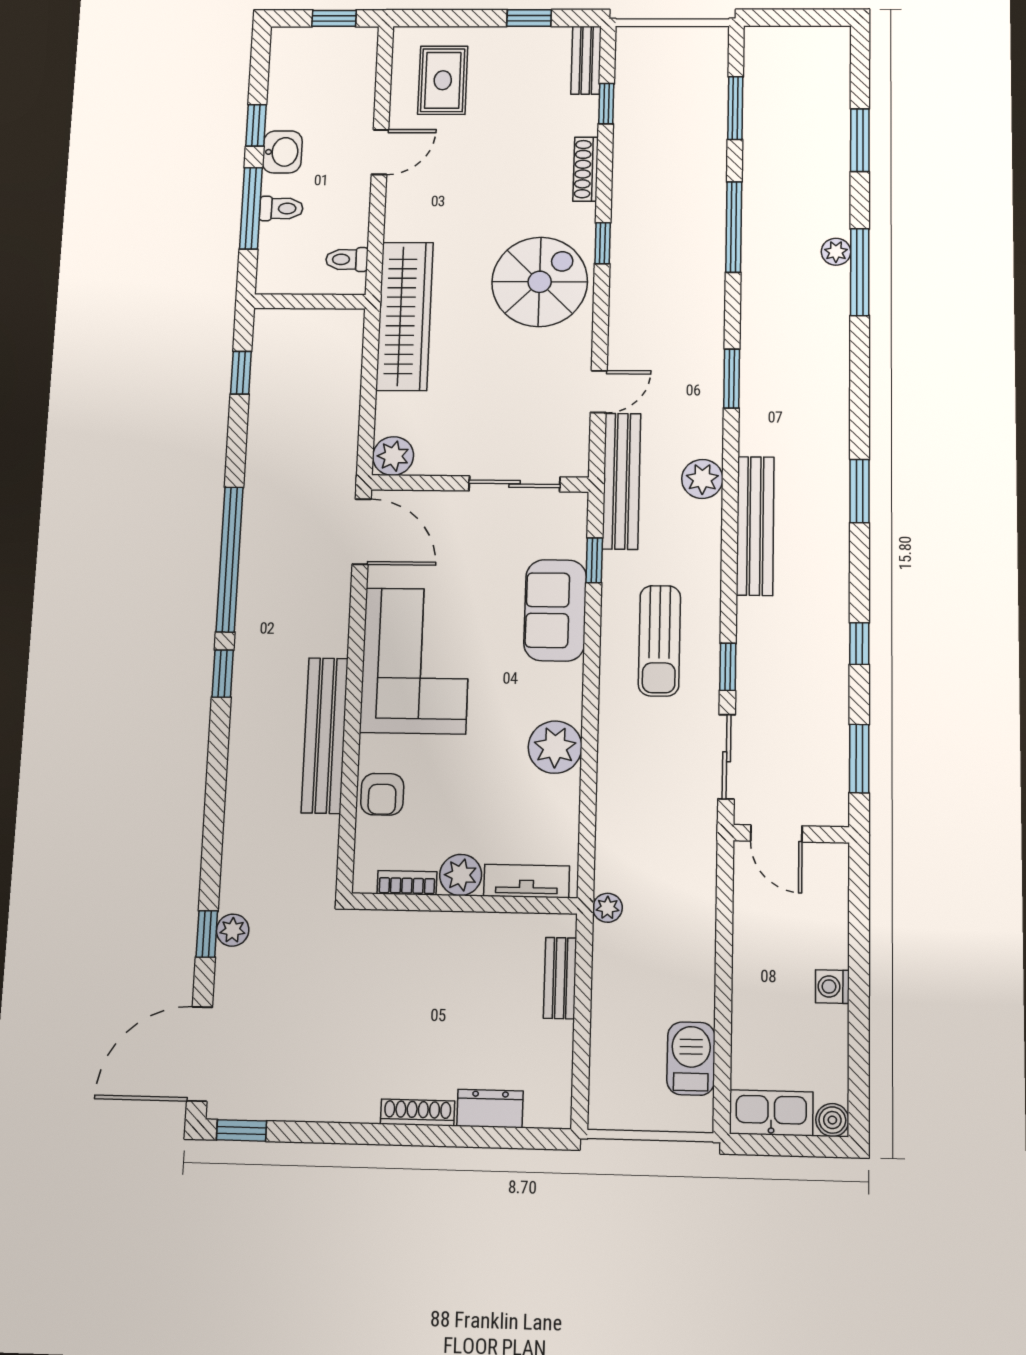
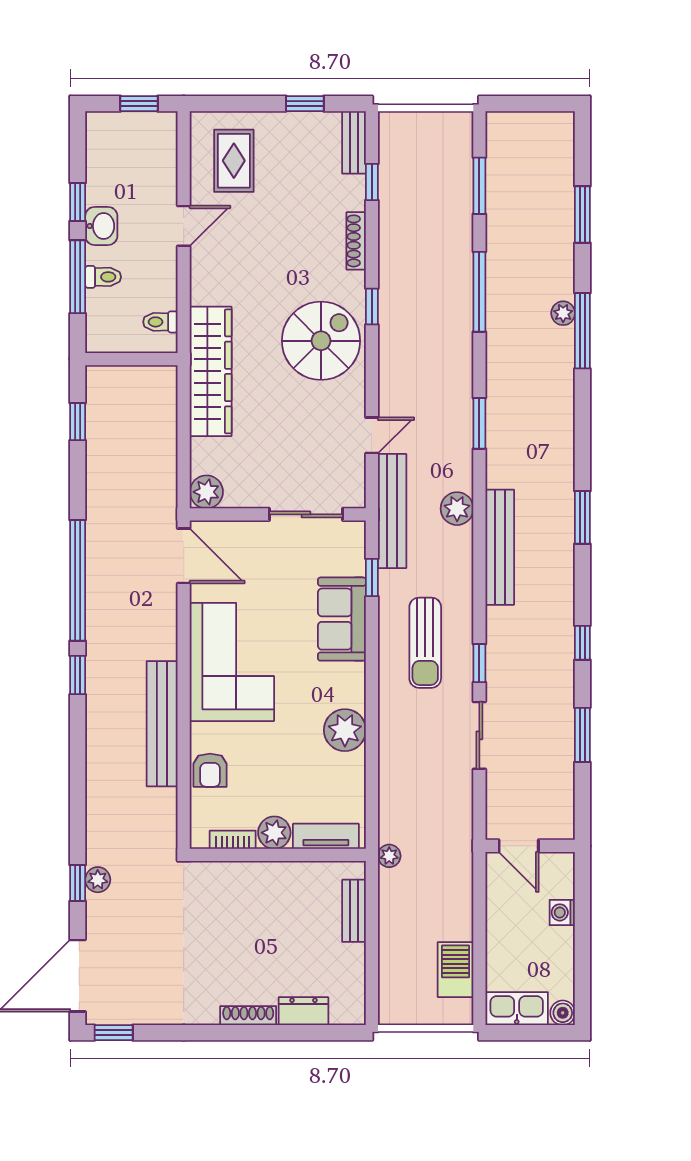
door: (776, 833) -> (519, 846), moved
wall: (791, 834) -> (530, 846), moved

